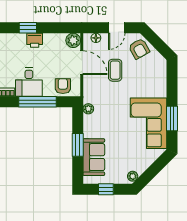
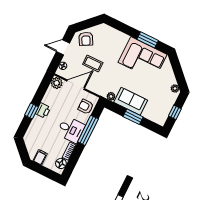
door: (117, 28) -> (63, 47), swing flipped
armchair: (139, 49) -> (86, 39), turned 90
sofa: (94, 157) -> (131, 101), moved

